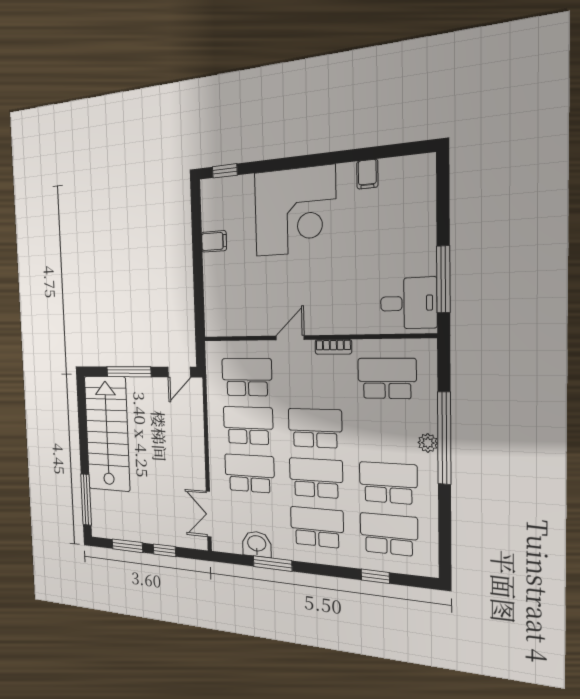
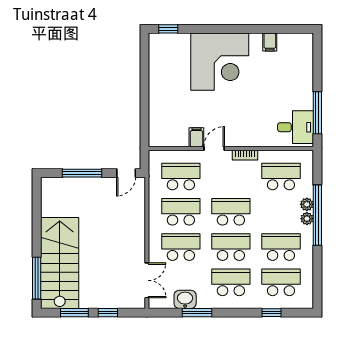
filing cabinet: (214, 241) -> (196, 137), moved, turned -90
plant: (427, 421) -> (307, 204), added
stairs: (107, 434) -> (60, 263), moved
double door: (209, 514) -> (147, 280), swing flipped

